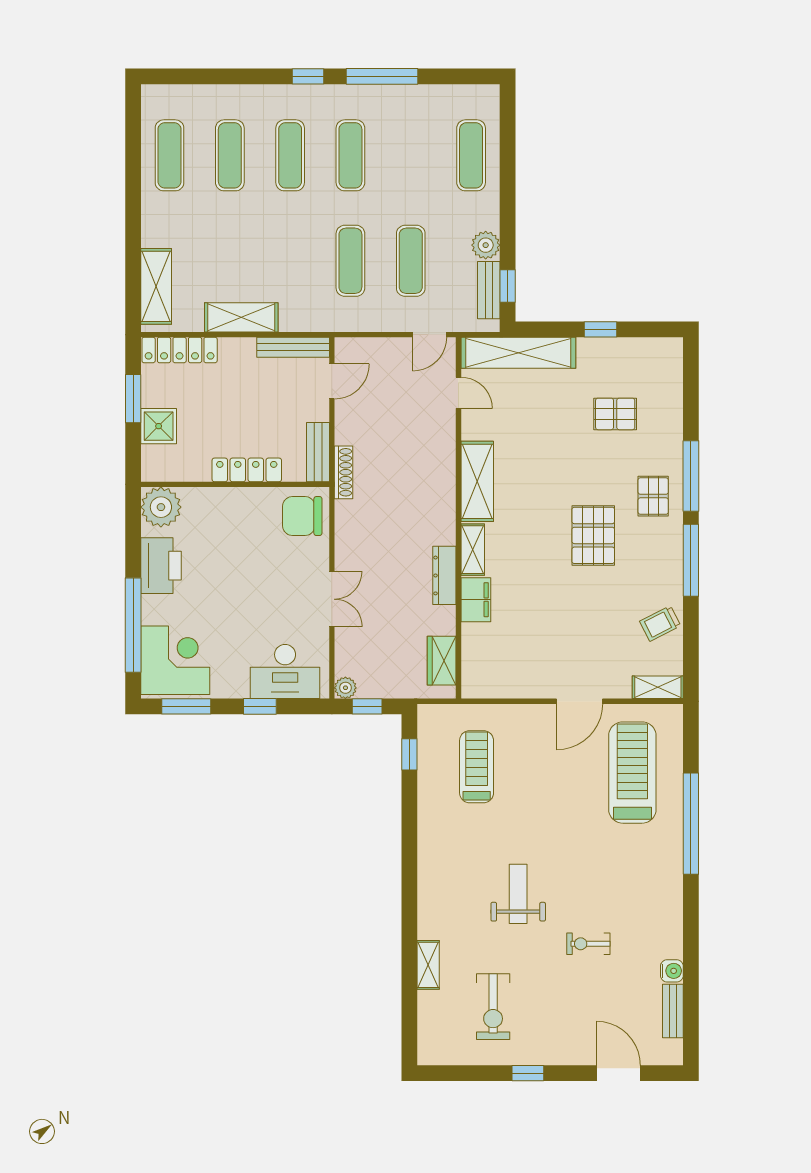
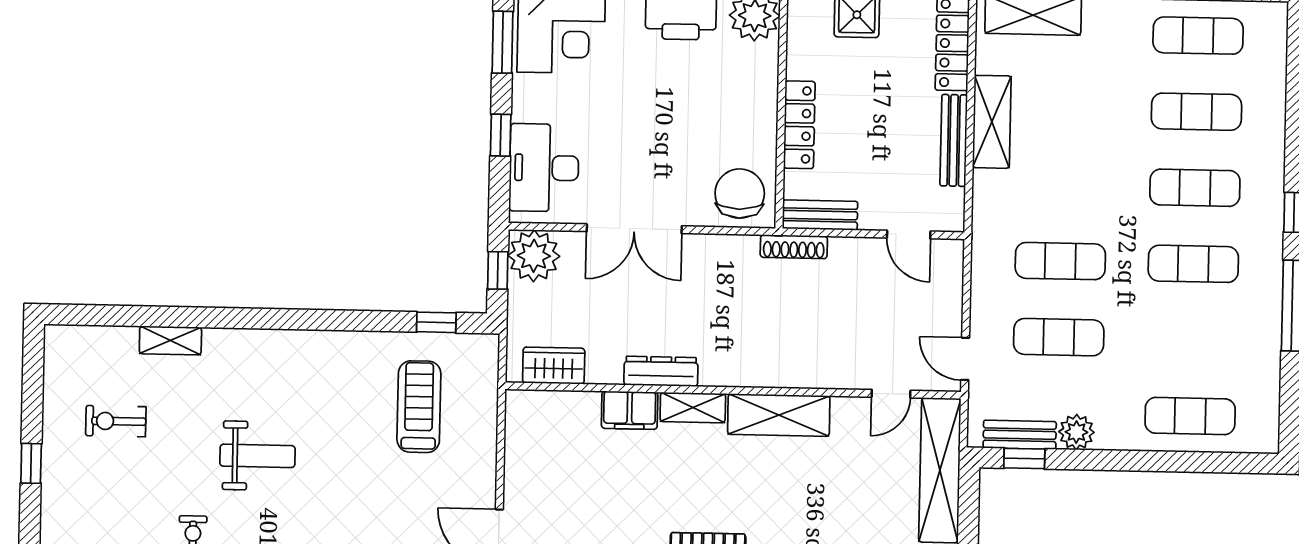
bench: (293, 347) -> (954, 140), moved
double door: (332, 599) -> (634, 229), width x1.37
plant: (345, 688) -> (534, 256), width x1.88, depth x1.88
treadmill: (477, 767) -> (419, 407), turned -90
exercise bike: (493, 1007) -> (116, 421), width x0.73, depth x0.72

